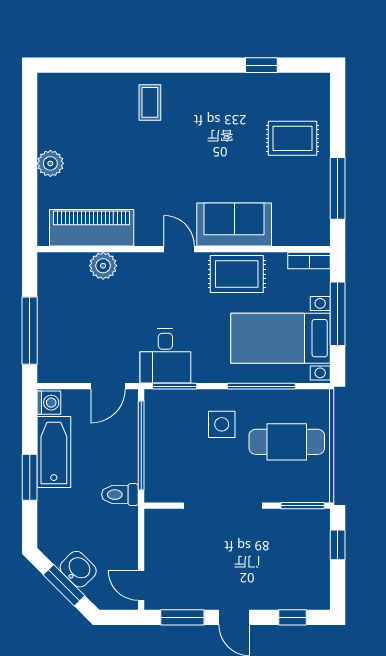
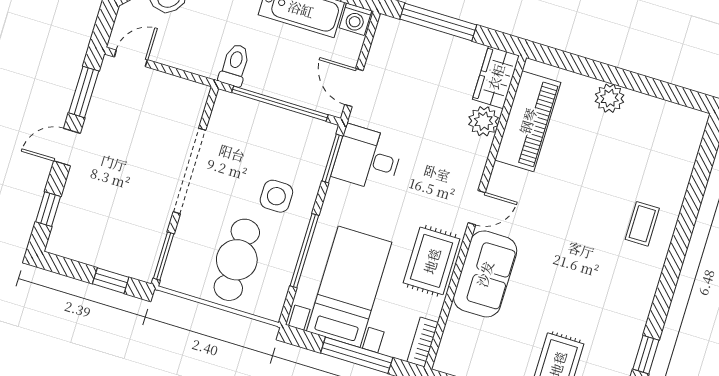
coffee table: (150, 102) -> (642, 224), turned 90
wardrobe: (62, 267) -> (496, 77), added

